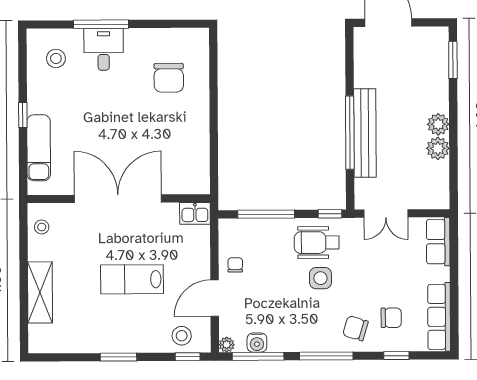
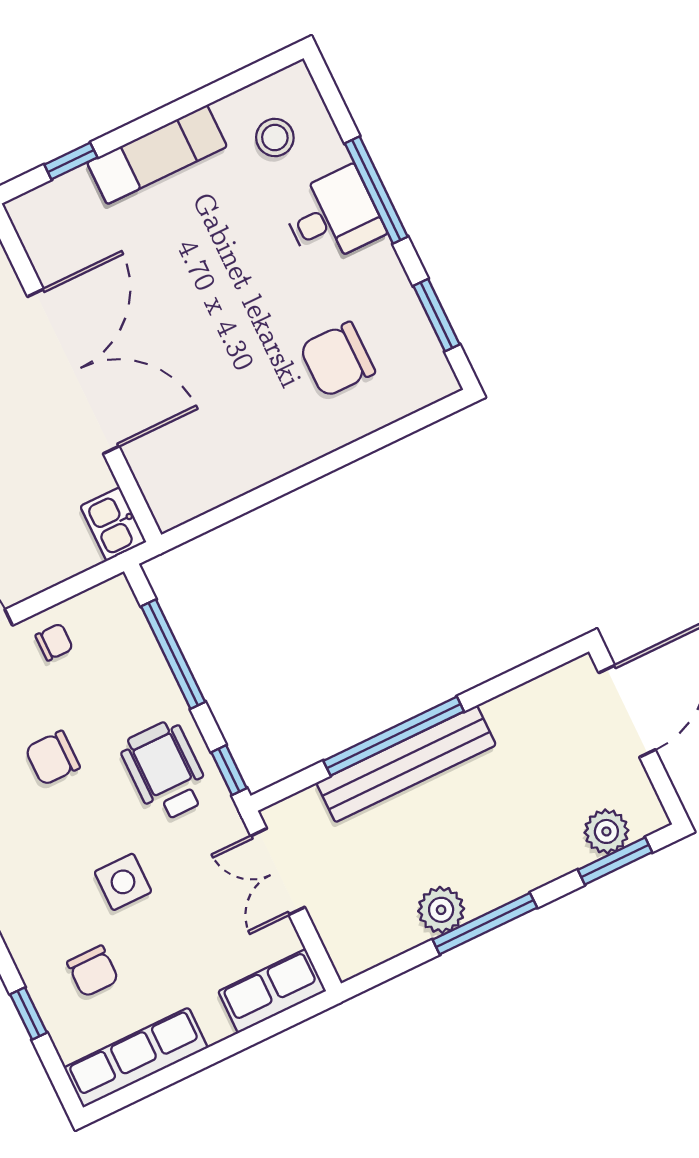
window: (170, 24) -> (436, 315), added
window: (23, 115) -> (71, 161), moved
plant: (438, 124) -> (606, 831), moved
window: (453, 132) -> (485, 924), added
exam couch: (39, 148) -> (157, 155), moved
side table: (320, 278) -> (123, 882), moved
chair: (355, 328) -> (52, 758), moved, turned -107

